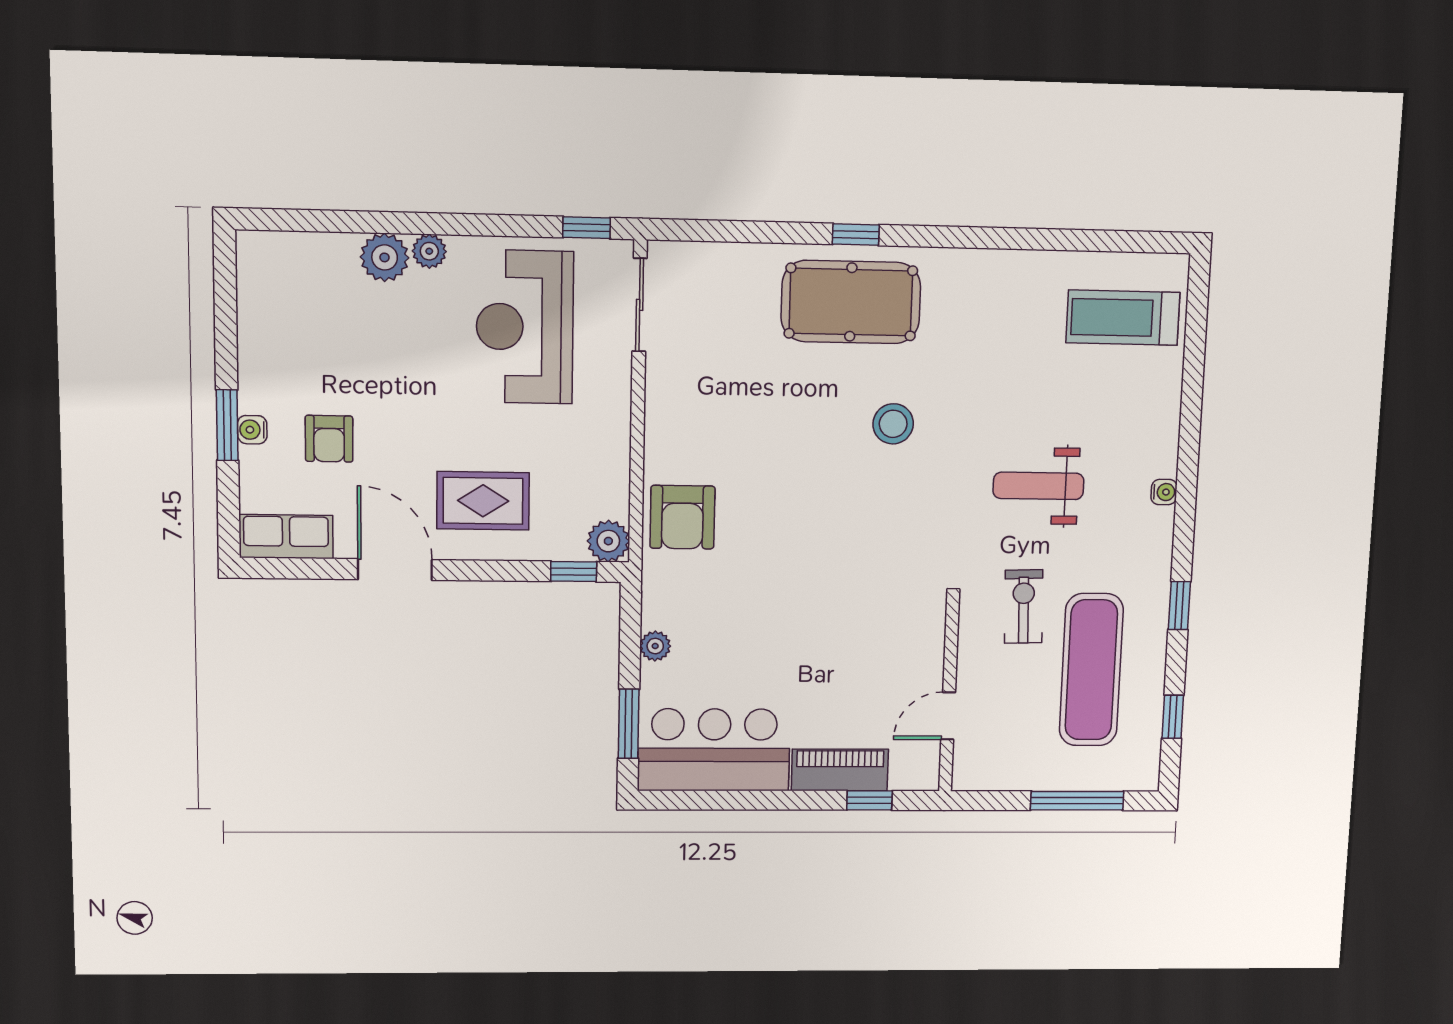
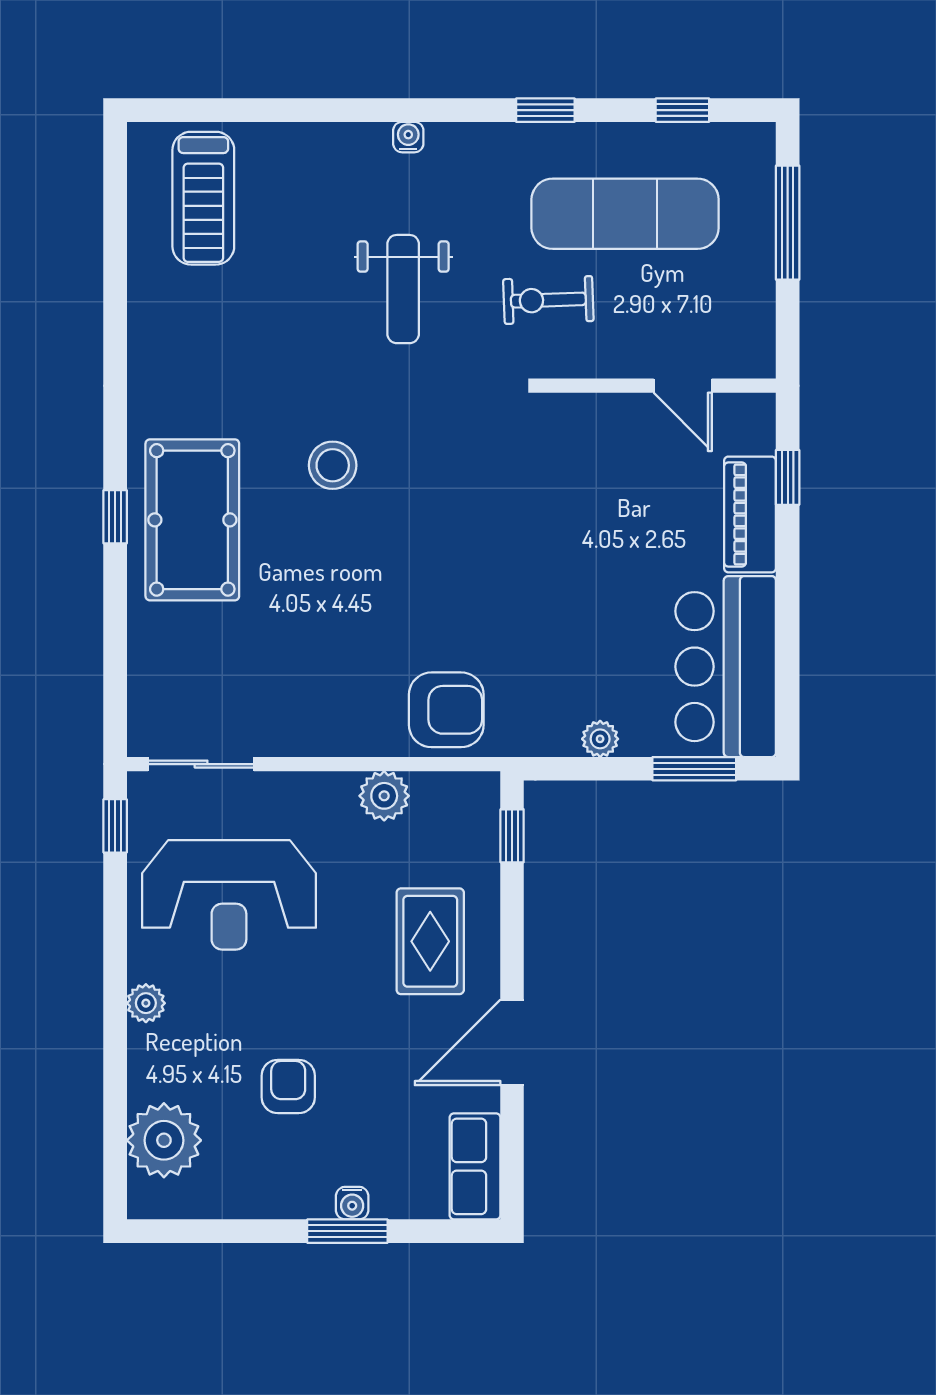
plant: (385, 257) -> (164, 1140), moved, width x1.36, depth x1.36
armchair: (329, 439) -> (288, 1086), moved, turned -90
plant: (608, 541) -> (384, 796), moved

